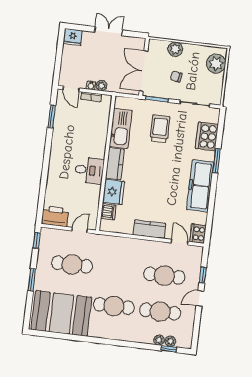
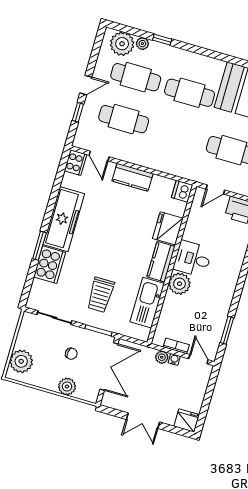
cooker: (207, 136) -> (50, 265), moved
plant: (97, 148) -> (179, 284), added
dishwasher: (108, 212) -> (182, 191), moved
plant: (170, 341) -> (122, 44), width x1.88, depth x1.88
window: (169, 349) -> (162, 40), moved

